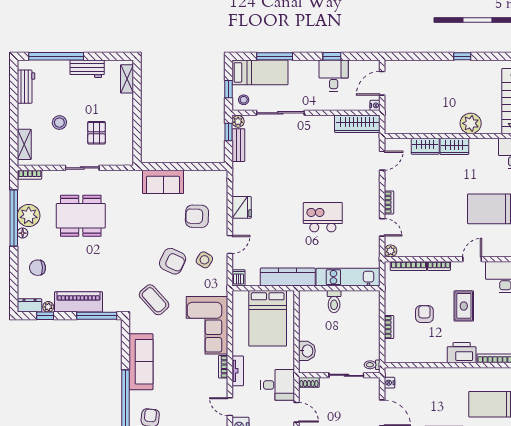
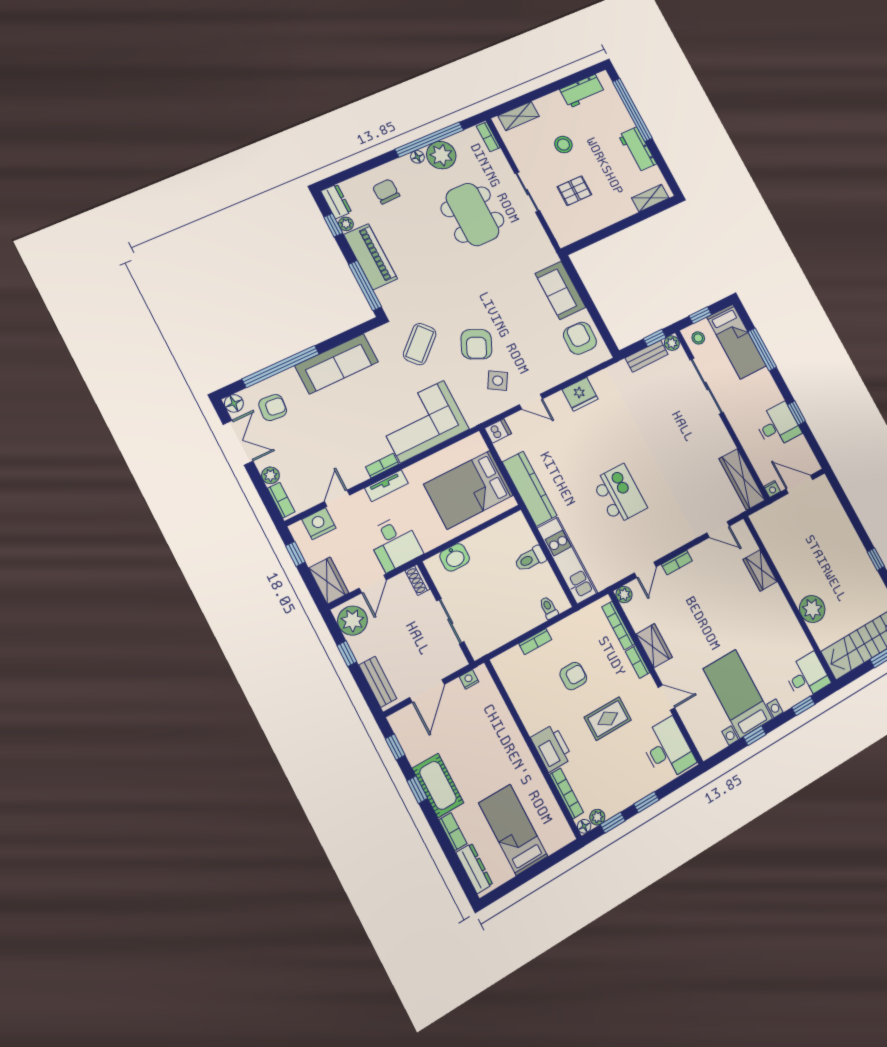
wardrobe: (454, 146) -> (654, 646), moved, turned 180
armchair: (197, 216) -> (580, 338), moved
toilet: (372, 365) -> (549, 608), moved

